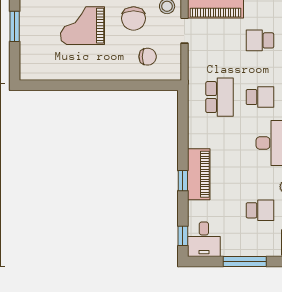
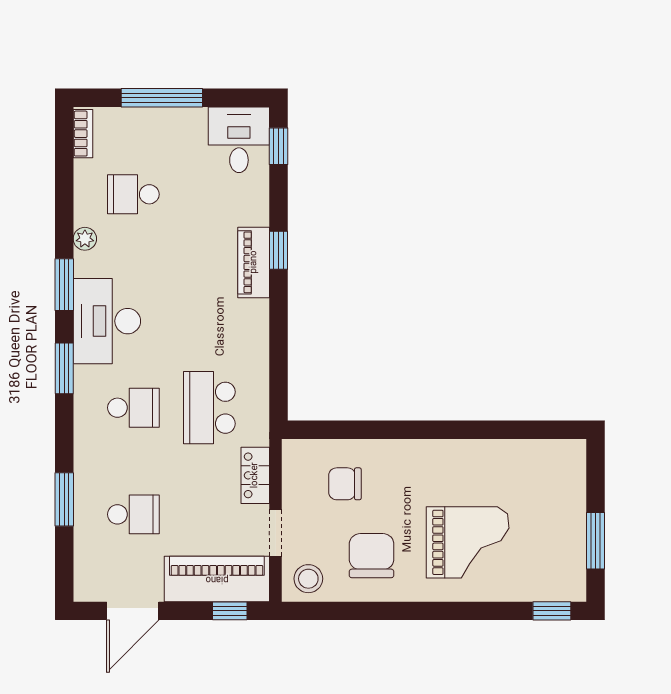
locker: (195, 61) -> (255, 475), added
school desk: (260, 97) -> (133, 408), turned 180
piano: (199, 174) -> (254, 262), width x0.73, depth x0.75

